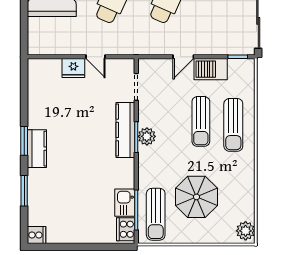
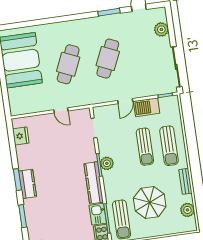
fridge: (73, 68) -> (21, 136), moved, turned -90
kitchen counter: (125, 130) -> (94, 183), moved
bench: (248, 176) -> (186, 181), added
plant: (246, 231) -> (187, 210), moved

